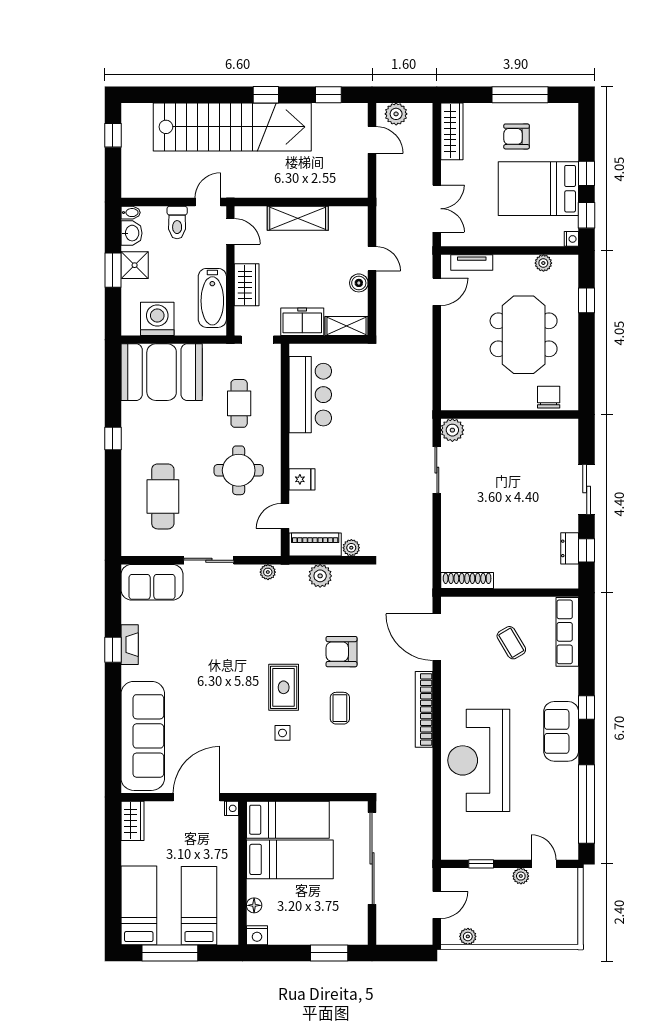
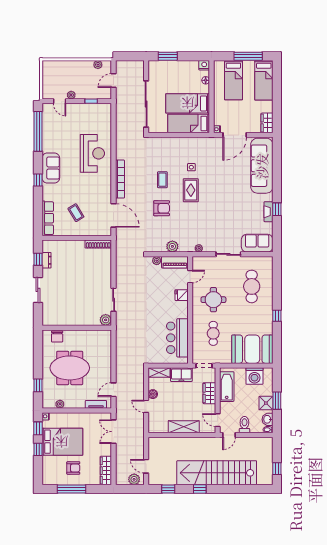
meeting table: (524, 335) -> (70, 368), turned 90
reception desk: (479, 760) -> (92, 153), width x0.74, depth x0.77

